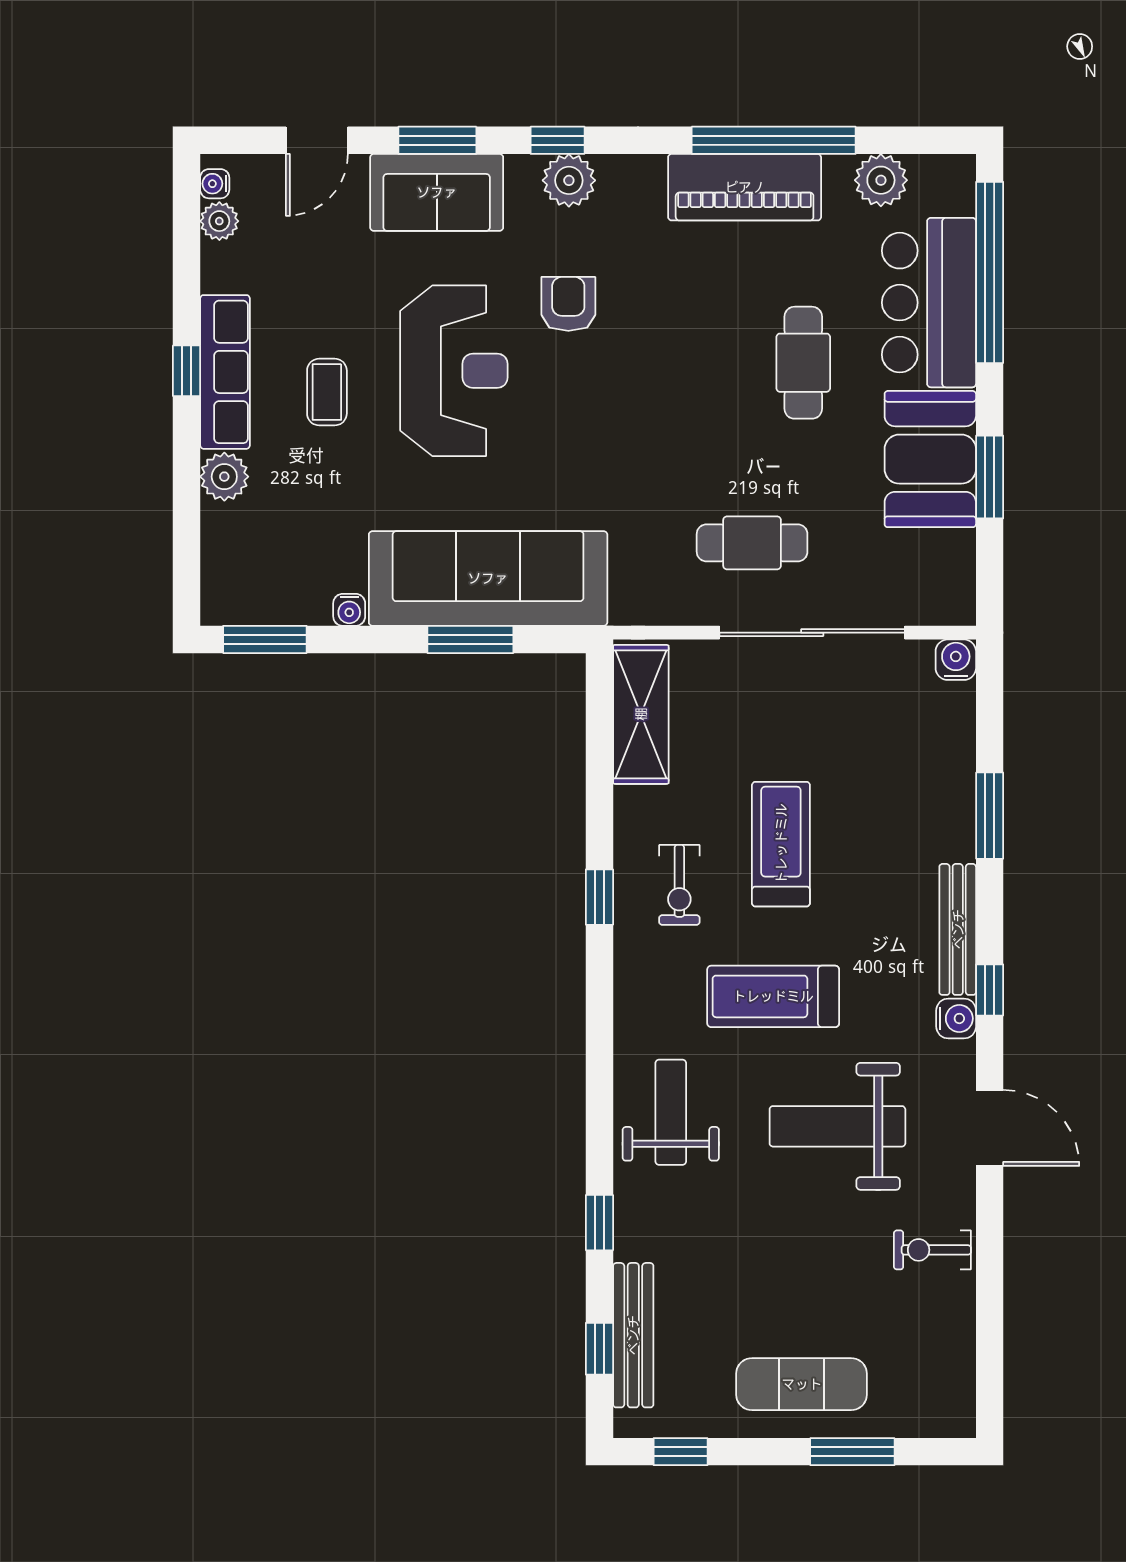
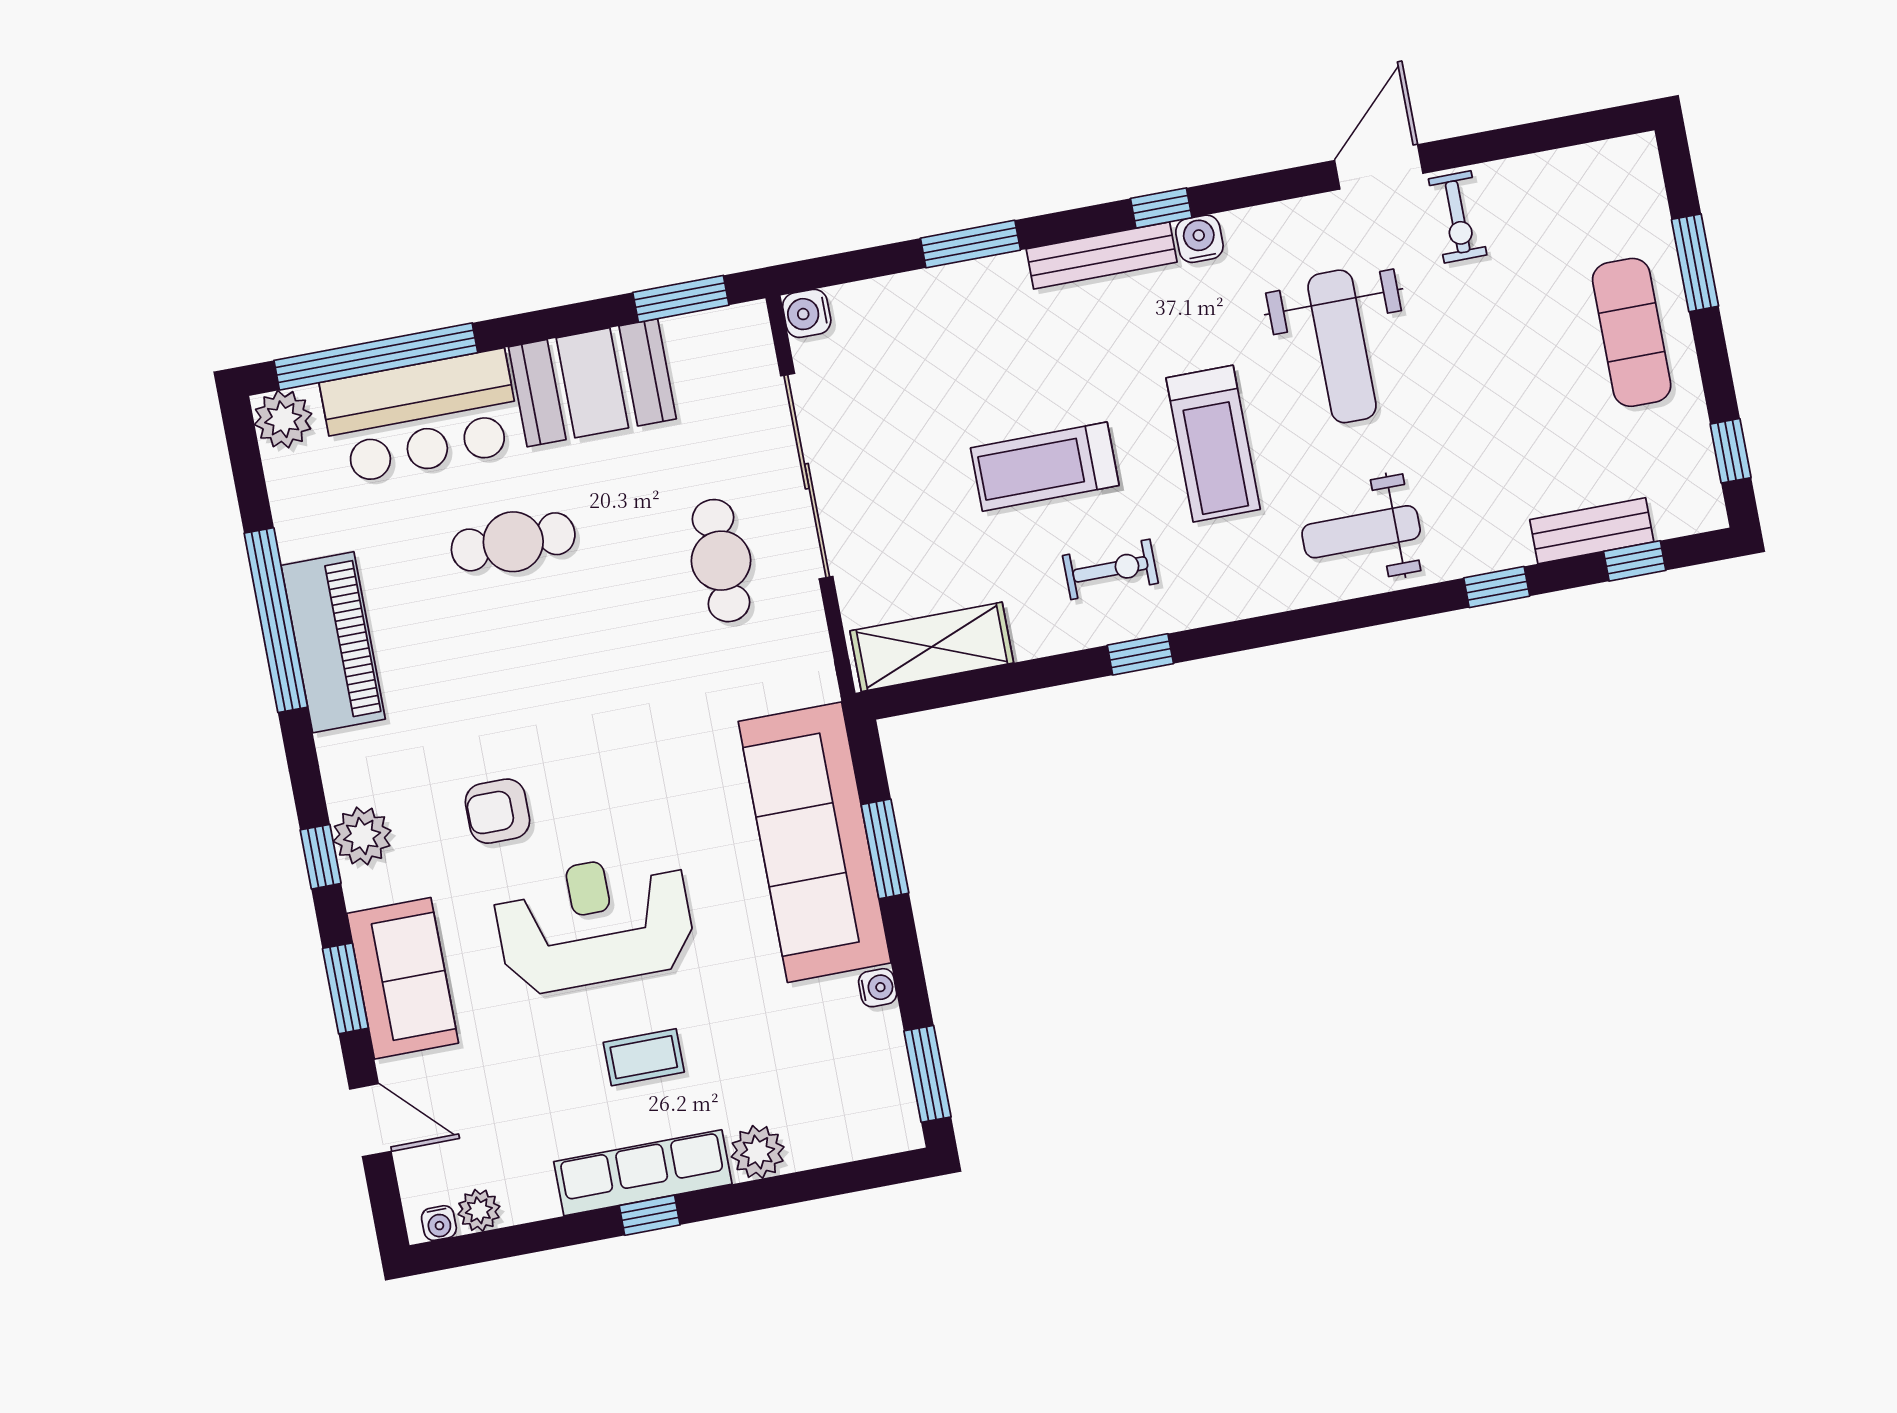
plant: (881, 180) -> (283, 419), moved
window: (990, 477) -> (681, 299), moved
door: (990, 1128) -> (1379, 167), moved
bench: (633, 1335) -> (1592, 531), width x0.73

